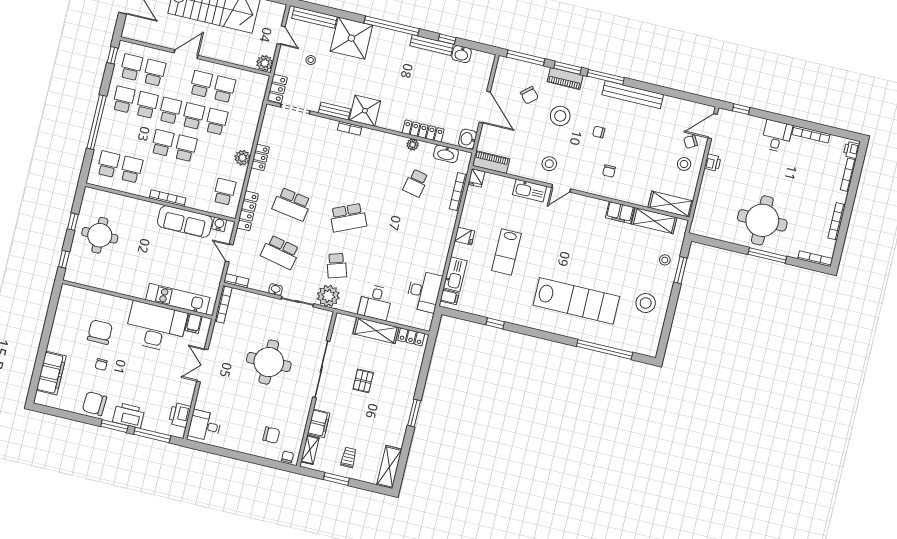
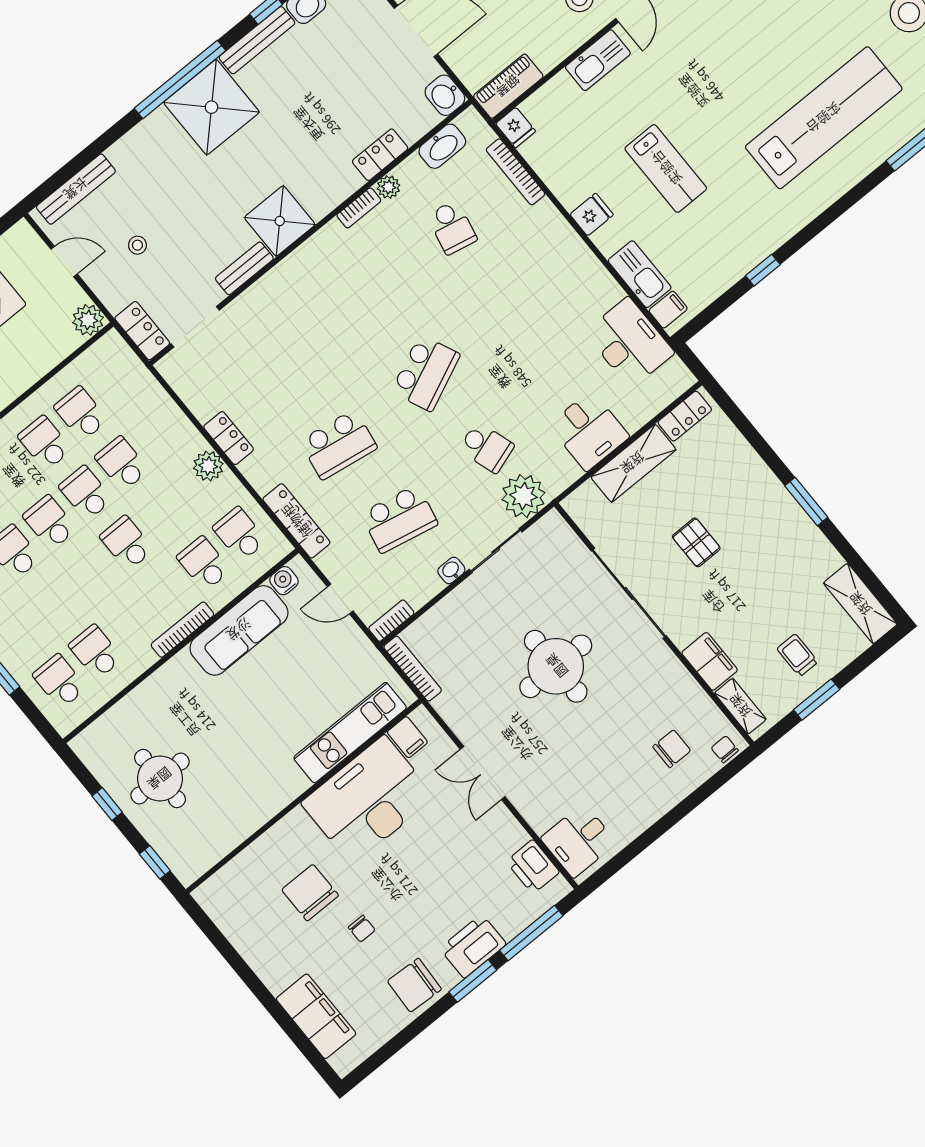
shower: (351, 38) -> (211, 107), moved
bookcase: (350, 128) -> (359, 208), moved
locker: (423, 131) -> (380, 155), width x0.66
school desk: (162, 143) -> (204, 564), moved

